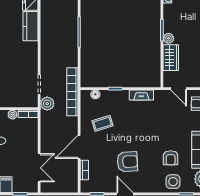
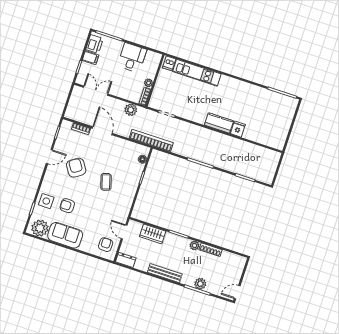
plant: (168, 38) -> (194, 245), moved
door: (179, 89) -> (124, 232), hinge flipped
fireplace: (141, 95) -> (129, 198), removed
plant: (47, 104) -> (131, 110), moved
coffee table: (103, 123) -> (106, 182), moved
armchair: (127, 162) -> (76, 168), turned 149
double door: (39, 168) -> (96, 91), swing flipped

